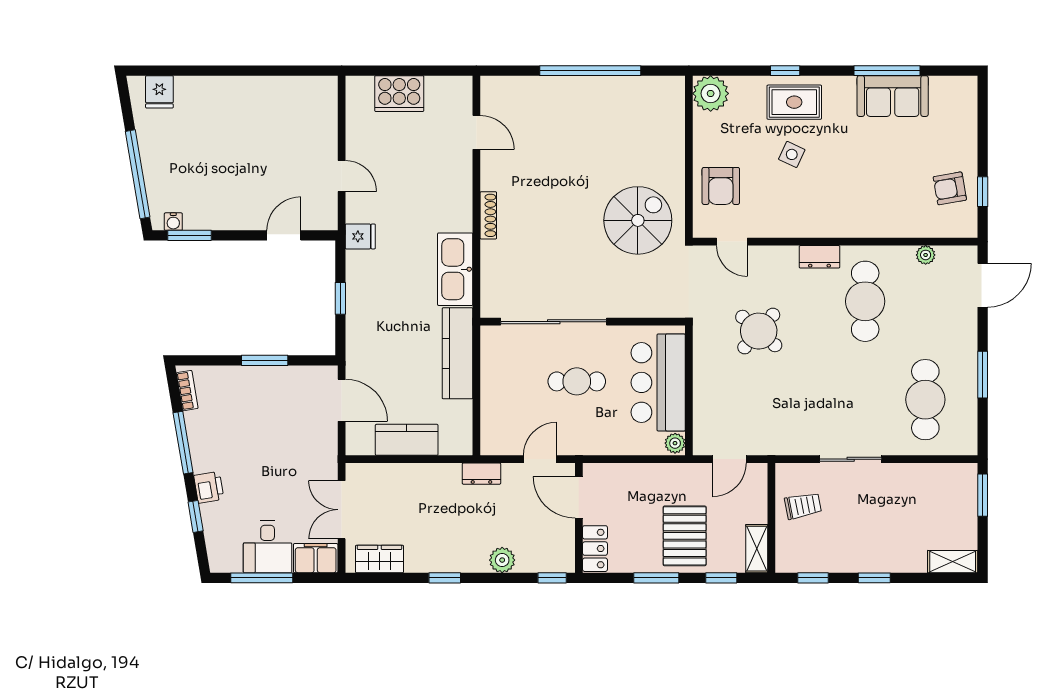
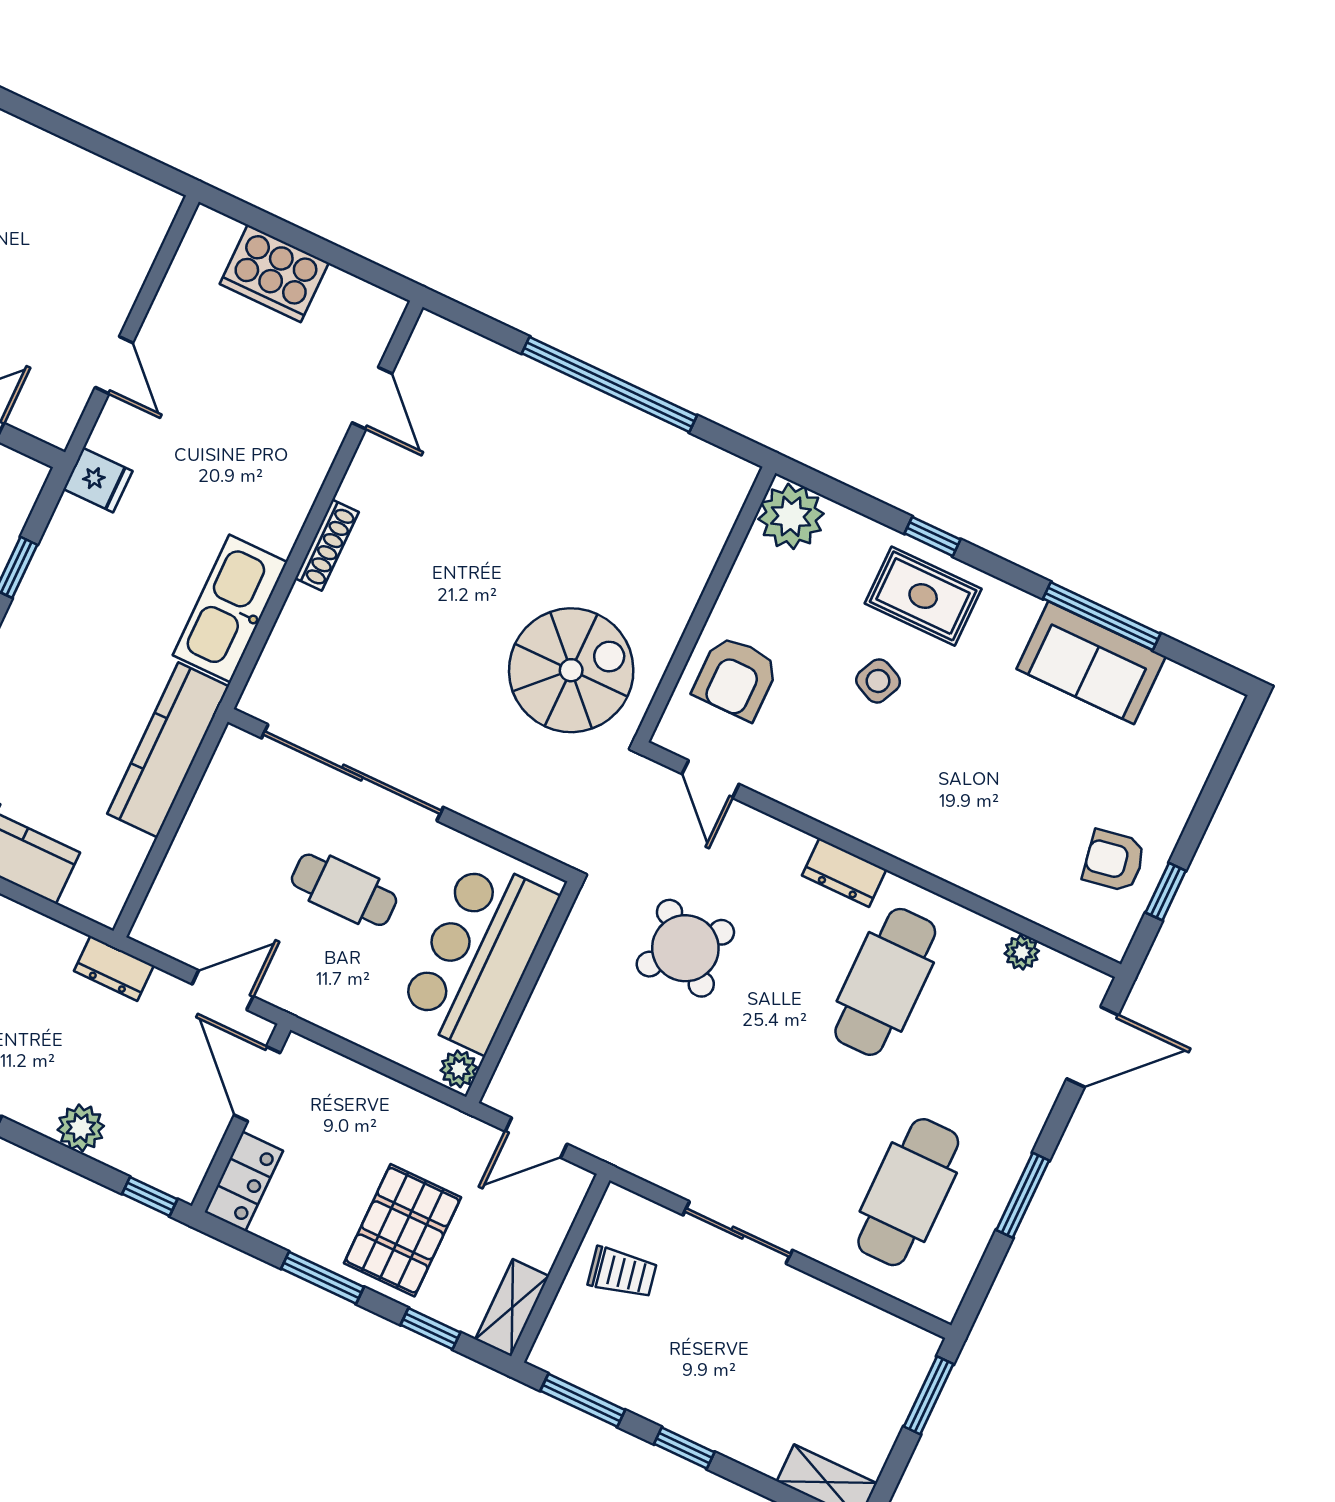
window: (813, 578) -> (583, 1400), width x1.50

